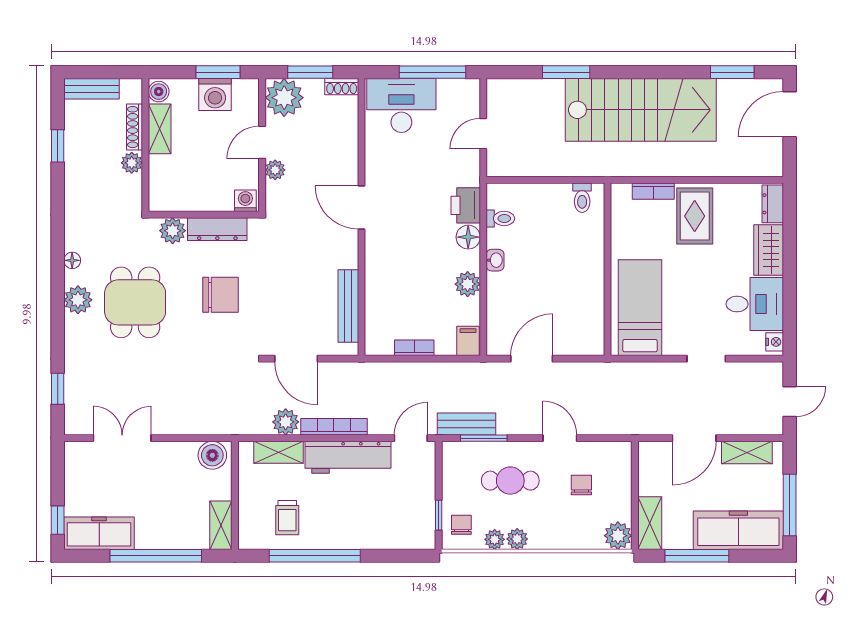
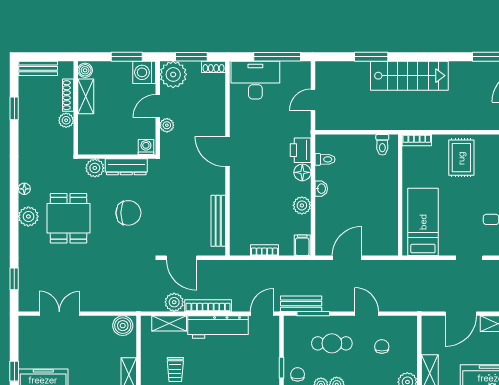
washing machine: (215, 95) -> (144, 72), moved, turned 90
stairs: (641, 110) -> (409, 76), width x0.73, depth x0.66
bookcase: (653, 191) -> (417, 140), moved

